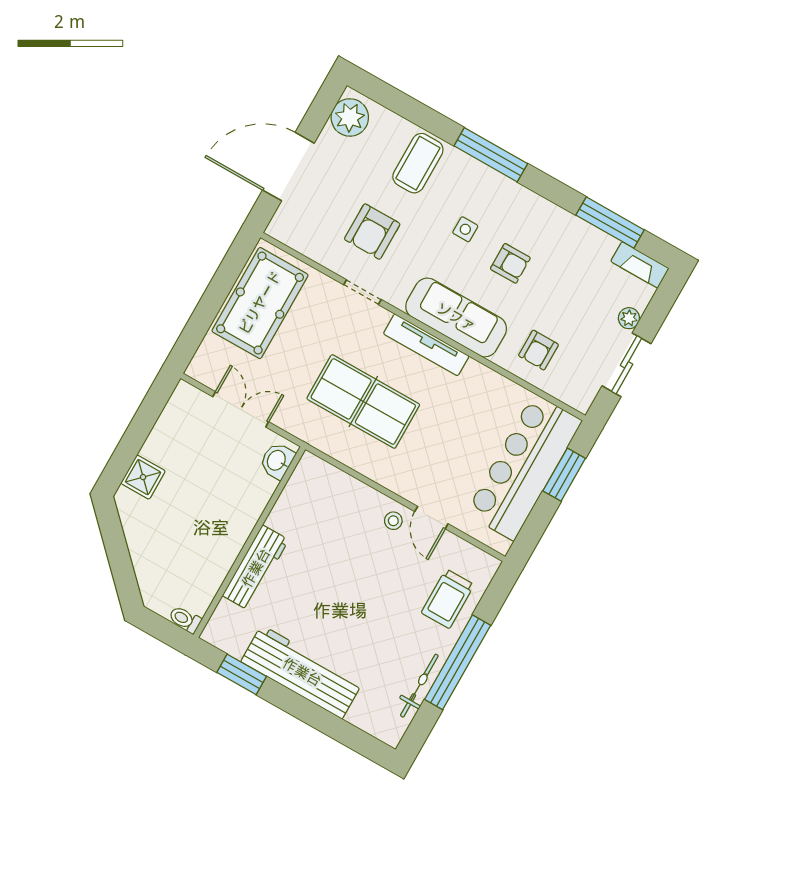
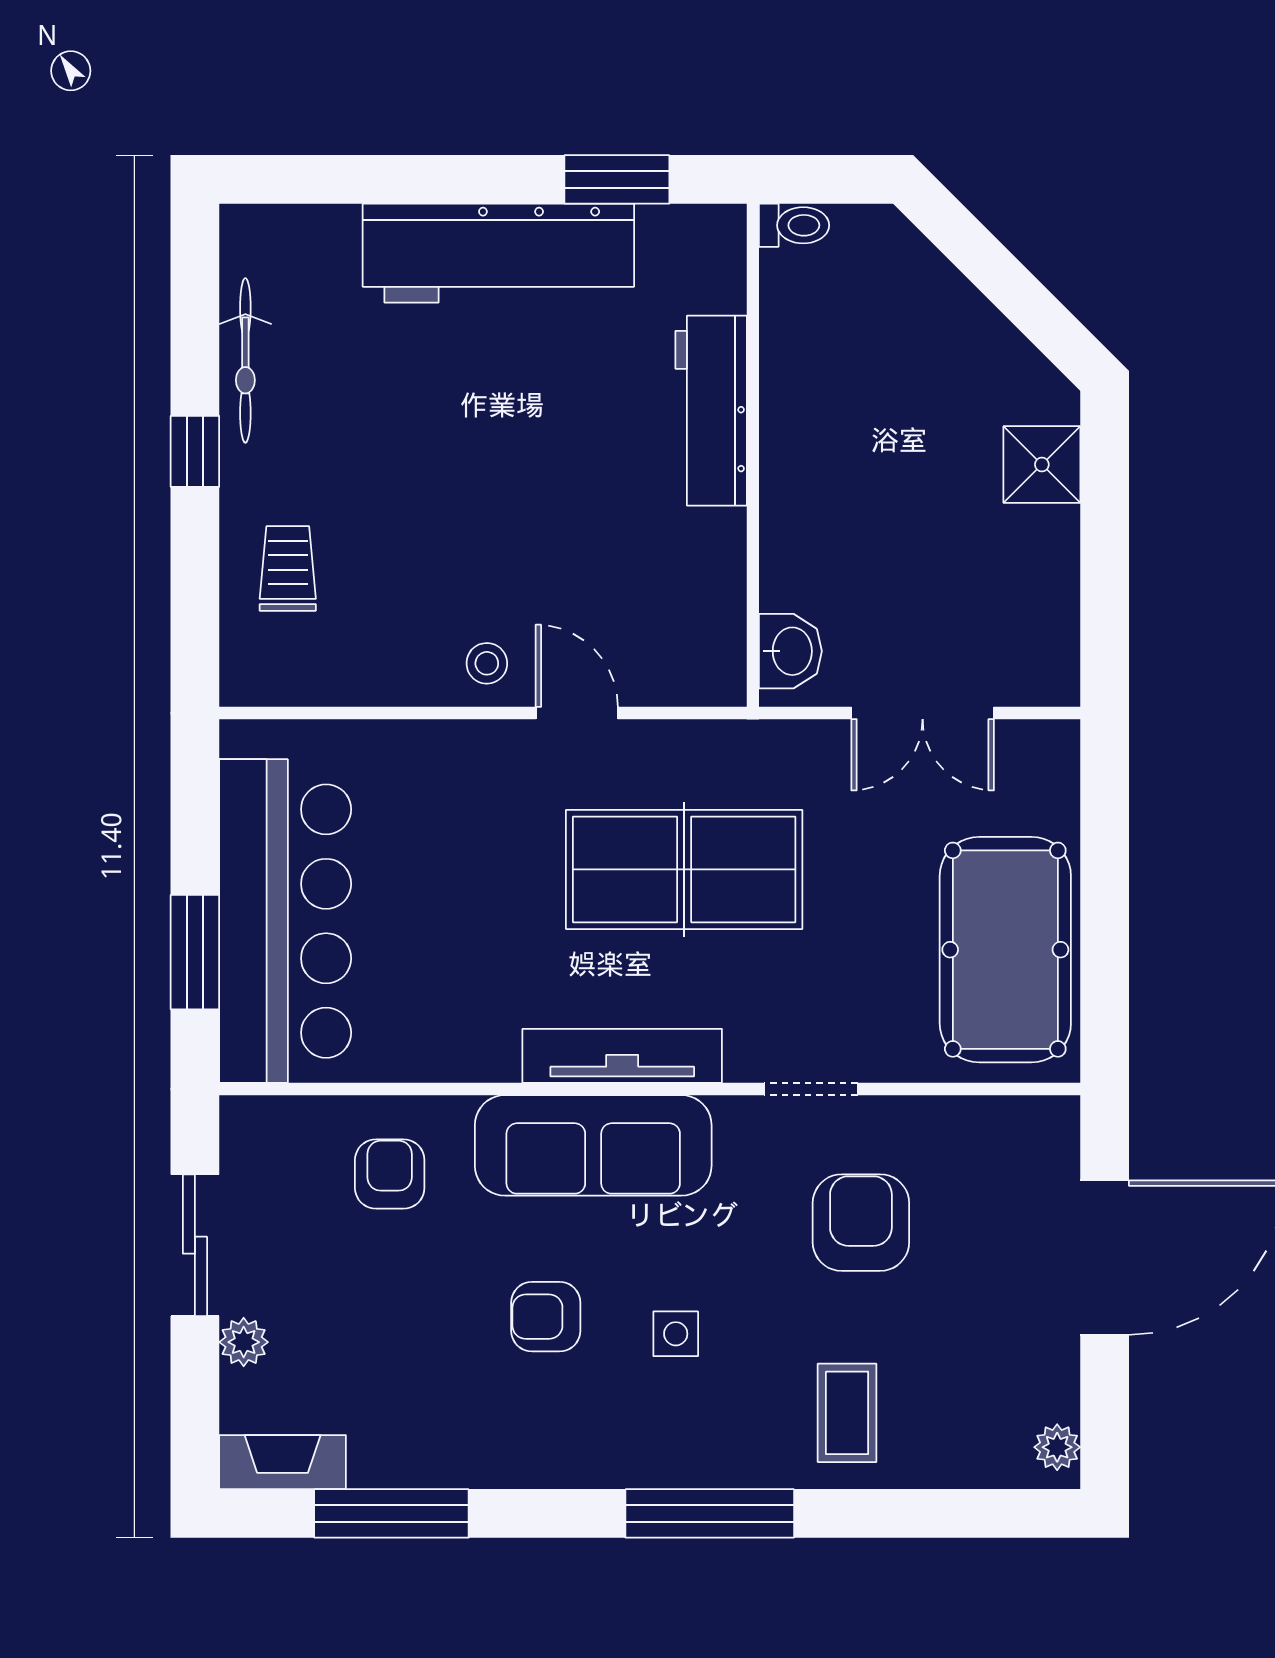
plant: (350, 117) -> (1057, 1447), width x0.53, depth x0.53
coffee table: (418, 163) -> (847, 1413), width x0.73, depth x0.77
door: (431, 518) -> (577, 713), moved
trolley: (448, 599) -> (288, 568), width x0.73, depth x0.72
window: (458, 662) -> (195, 451), width x0.32

